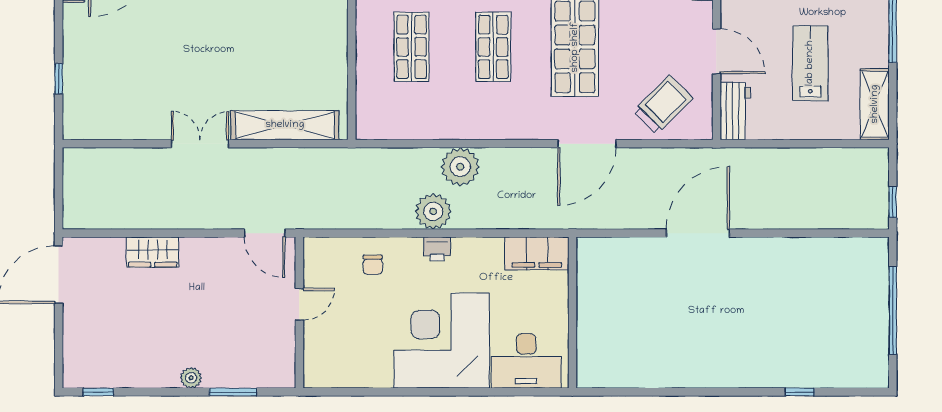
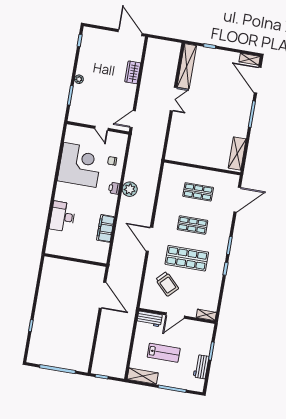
trolley: (663, 105) -> (167, 284), moved
shelving: (285, 125) -> (187, 66), moved
door: (587, 144) -> (149, 239), moved
plant: (460, 167) -> (146, 203), removed
wall: (572, 313) -> (75, 260), moved
corner desk: (442, 341) -> (80, 165), moved

